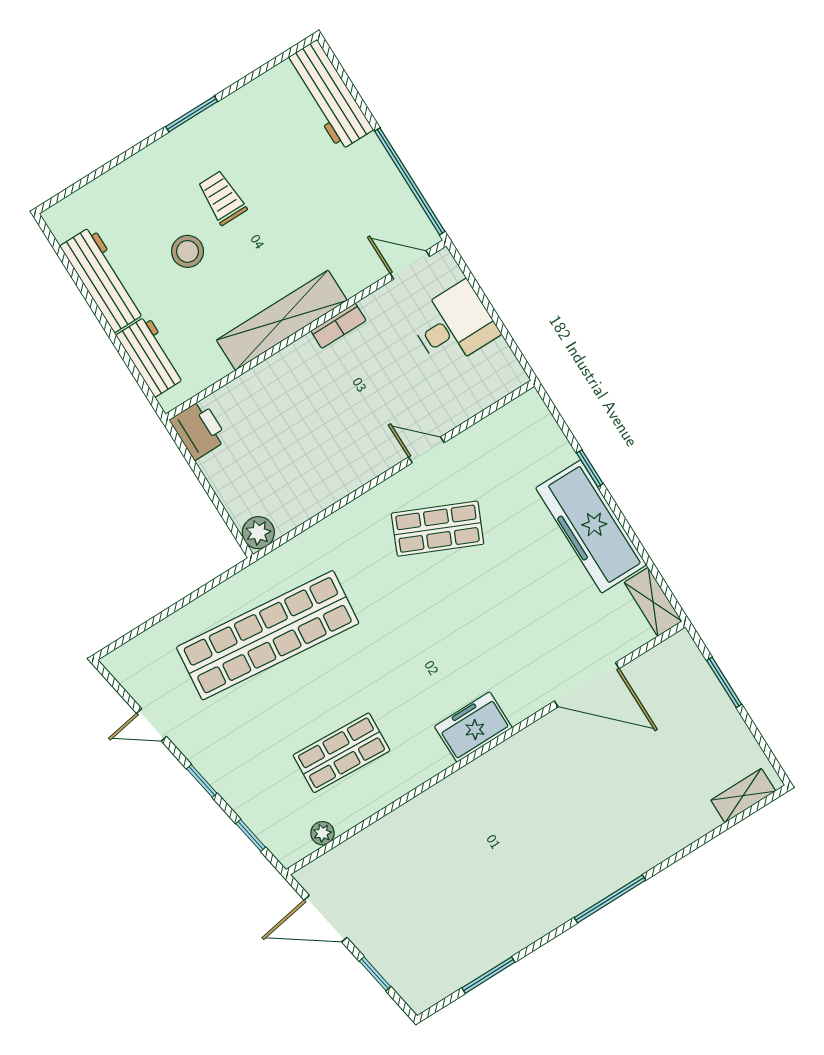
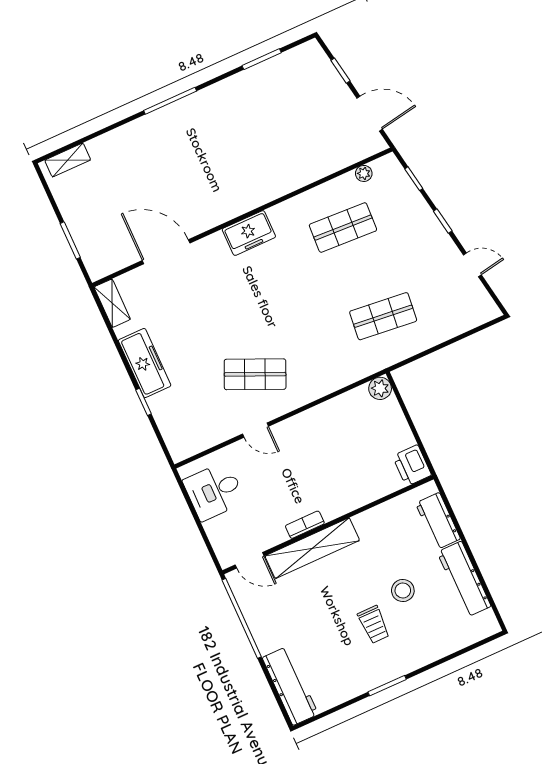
shelving: (282, 320) -> (312, 548), moved
desk: (454, 325) -> (214, 491), moved
freezer: (591, 526) -> (145, 363), width x0.73, depth x0.79
shop shelf: (268, 635) -> (383, 316), width x0.50, depth x0.74

